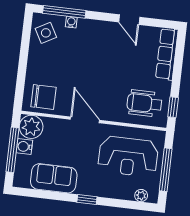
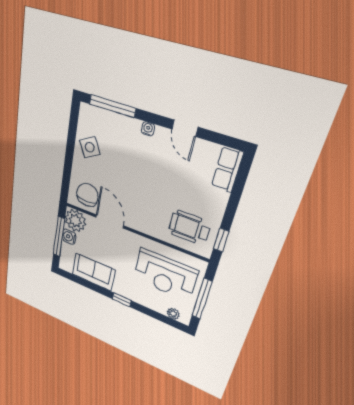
water cooler: (71, 22) -> (148, 129), moved
side table: (46, 33) -> (90, 147), moved
row of seats: (167, 54) -> (227, 169), width x0.68
chair: (43, 97) -> (87, 195), turned -90
door: (85, 120) -> (110, 221), moved

